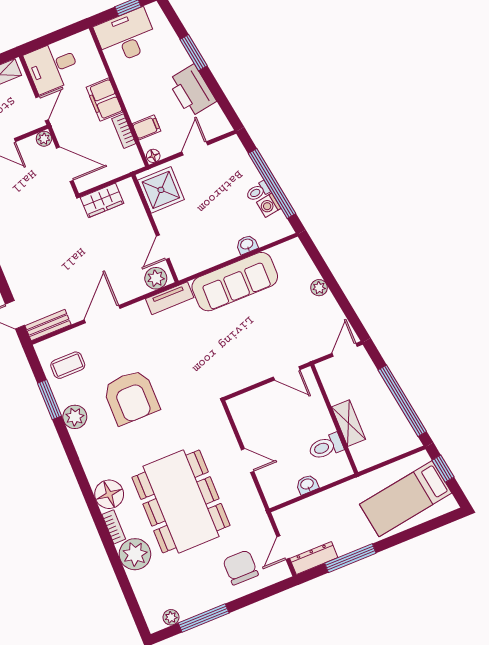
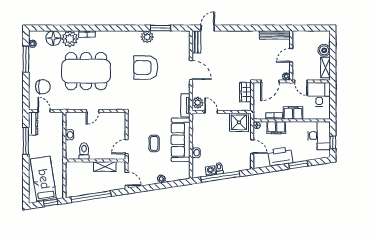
filing cabinet: (146, 127) -> (276, 128), width x2.00
coffee table: (68, 365) -> (154, 143), moved
shelving: (349, 423) -> (105, 167), moved
floor lamp: (109, 494) -> (53, 38), moved

